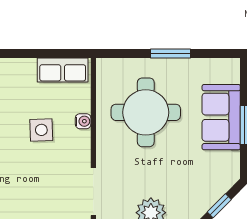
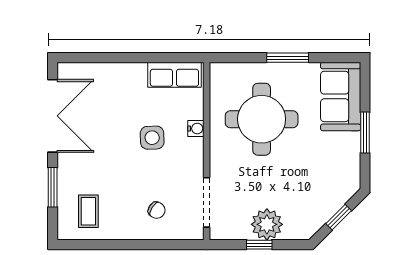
sofa: (221, 117) -> (341, 96), moved
chair: (46, 199) -> (157, 210), added

